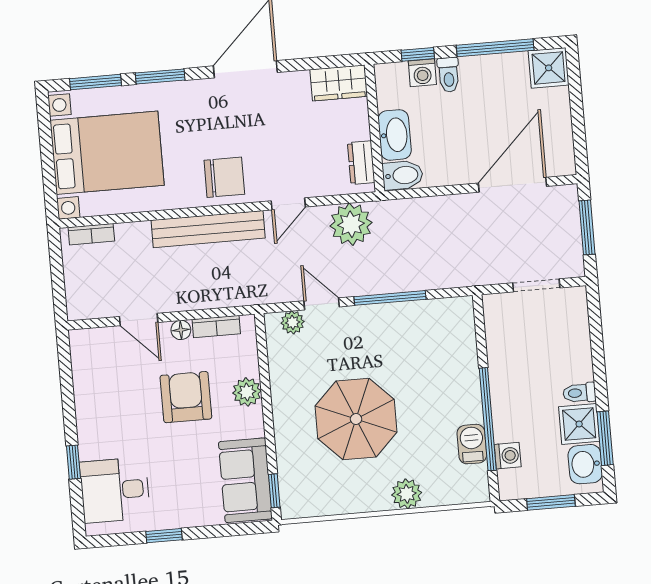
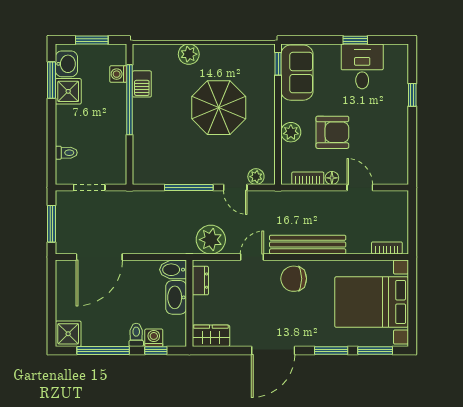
toilet: (579, 393) -> (66, 153), moved
armchair: (186, 397) -> (332, 132), turned -90
desk: (115, 490) -> (362, 66), moved, turned -90

